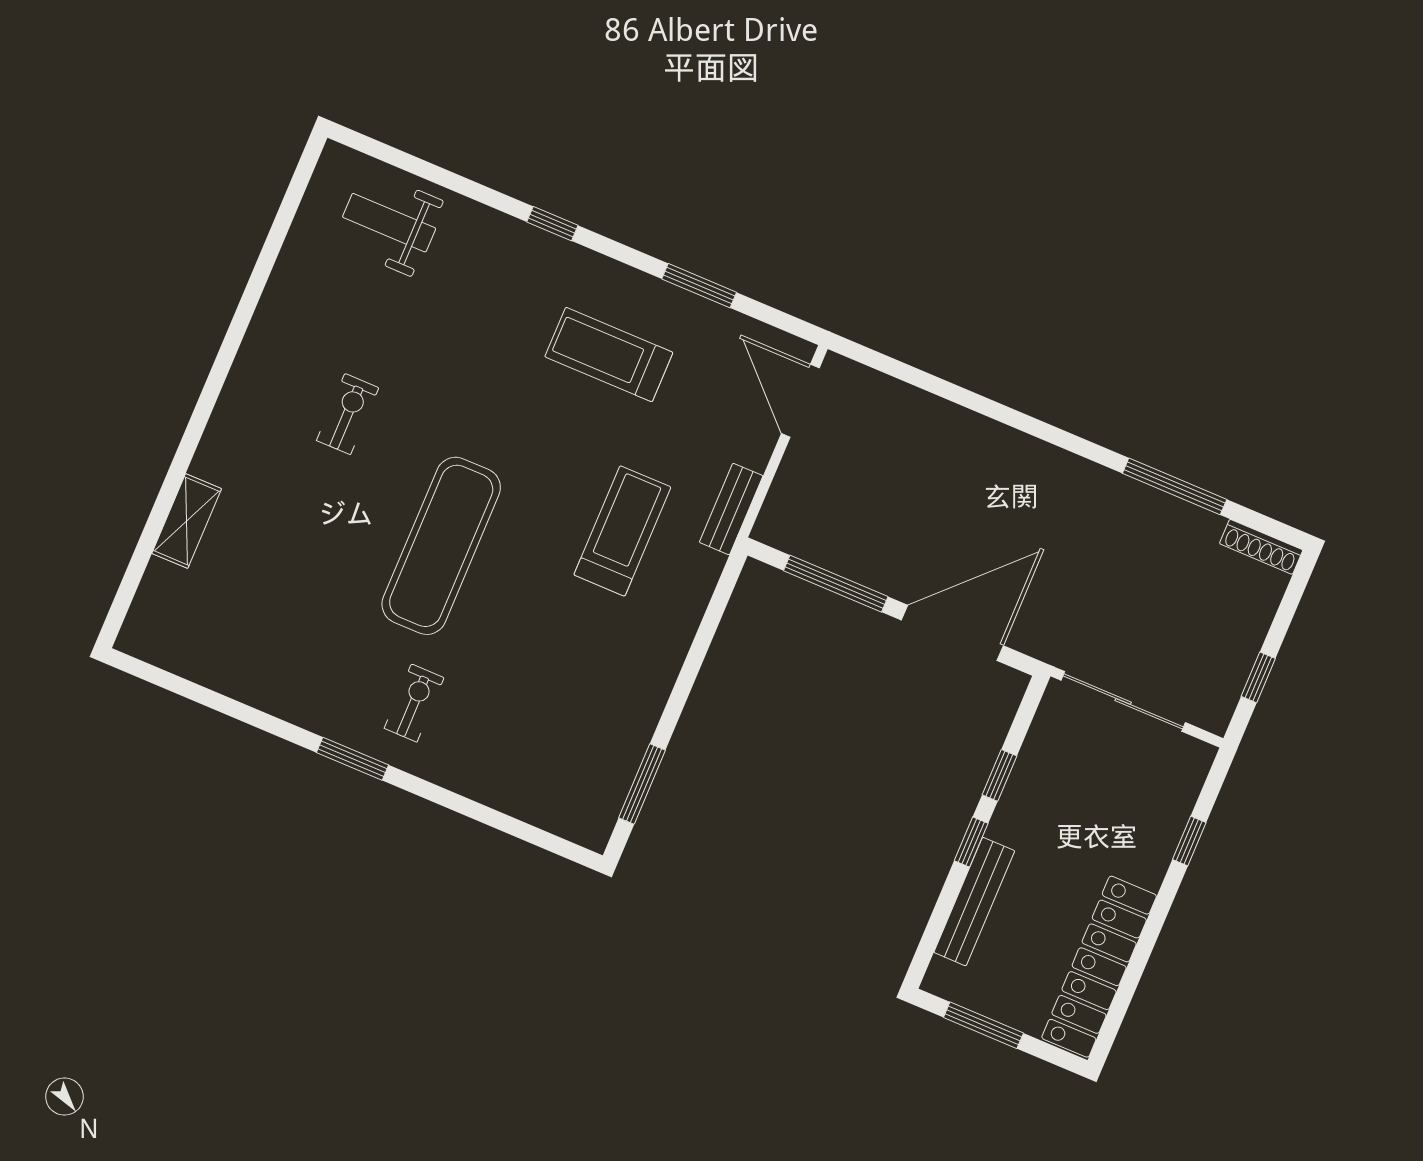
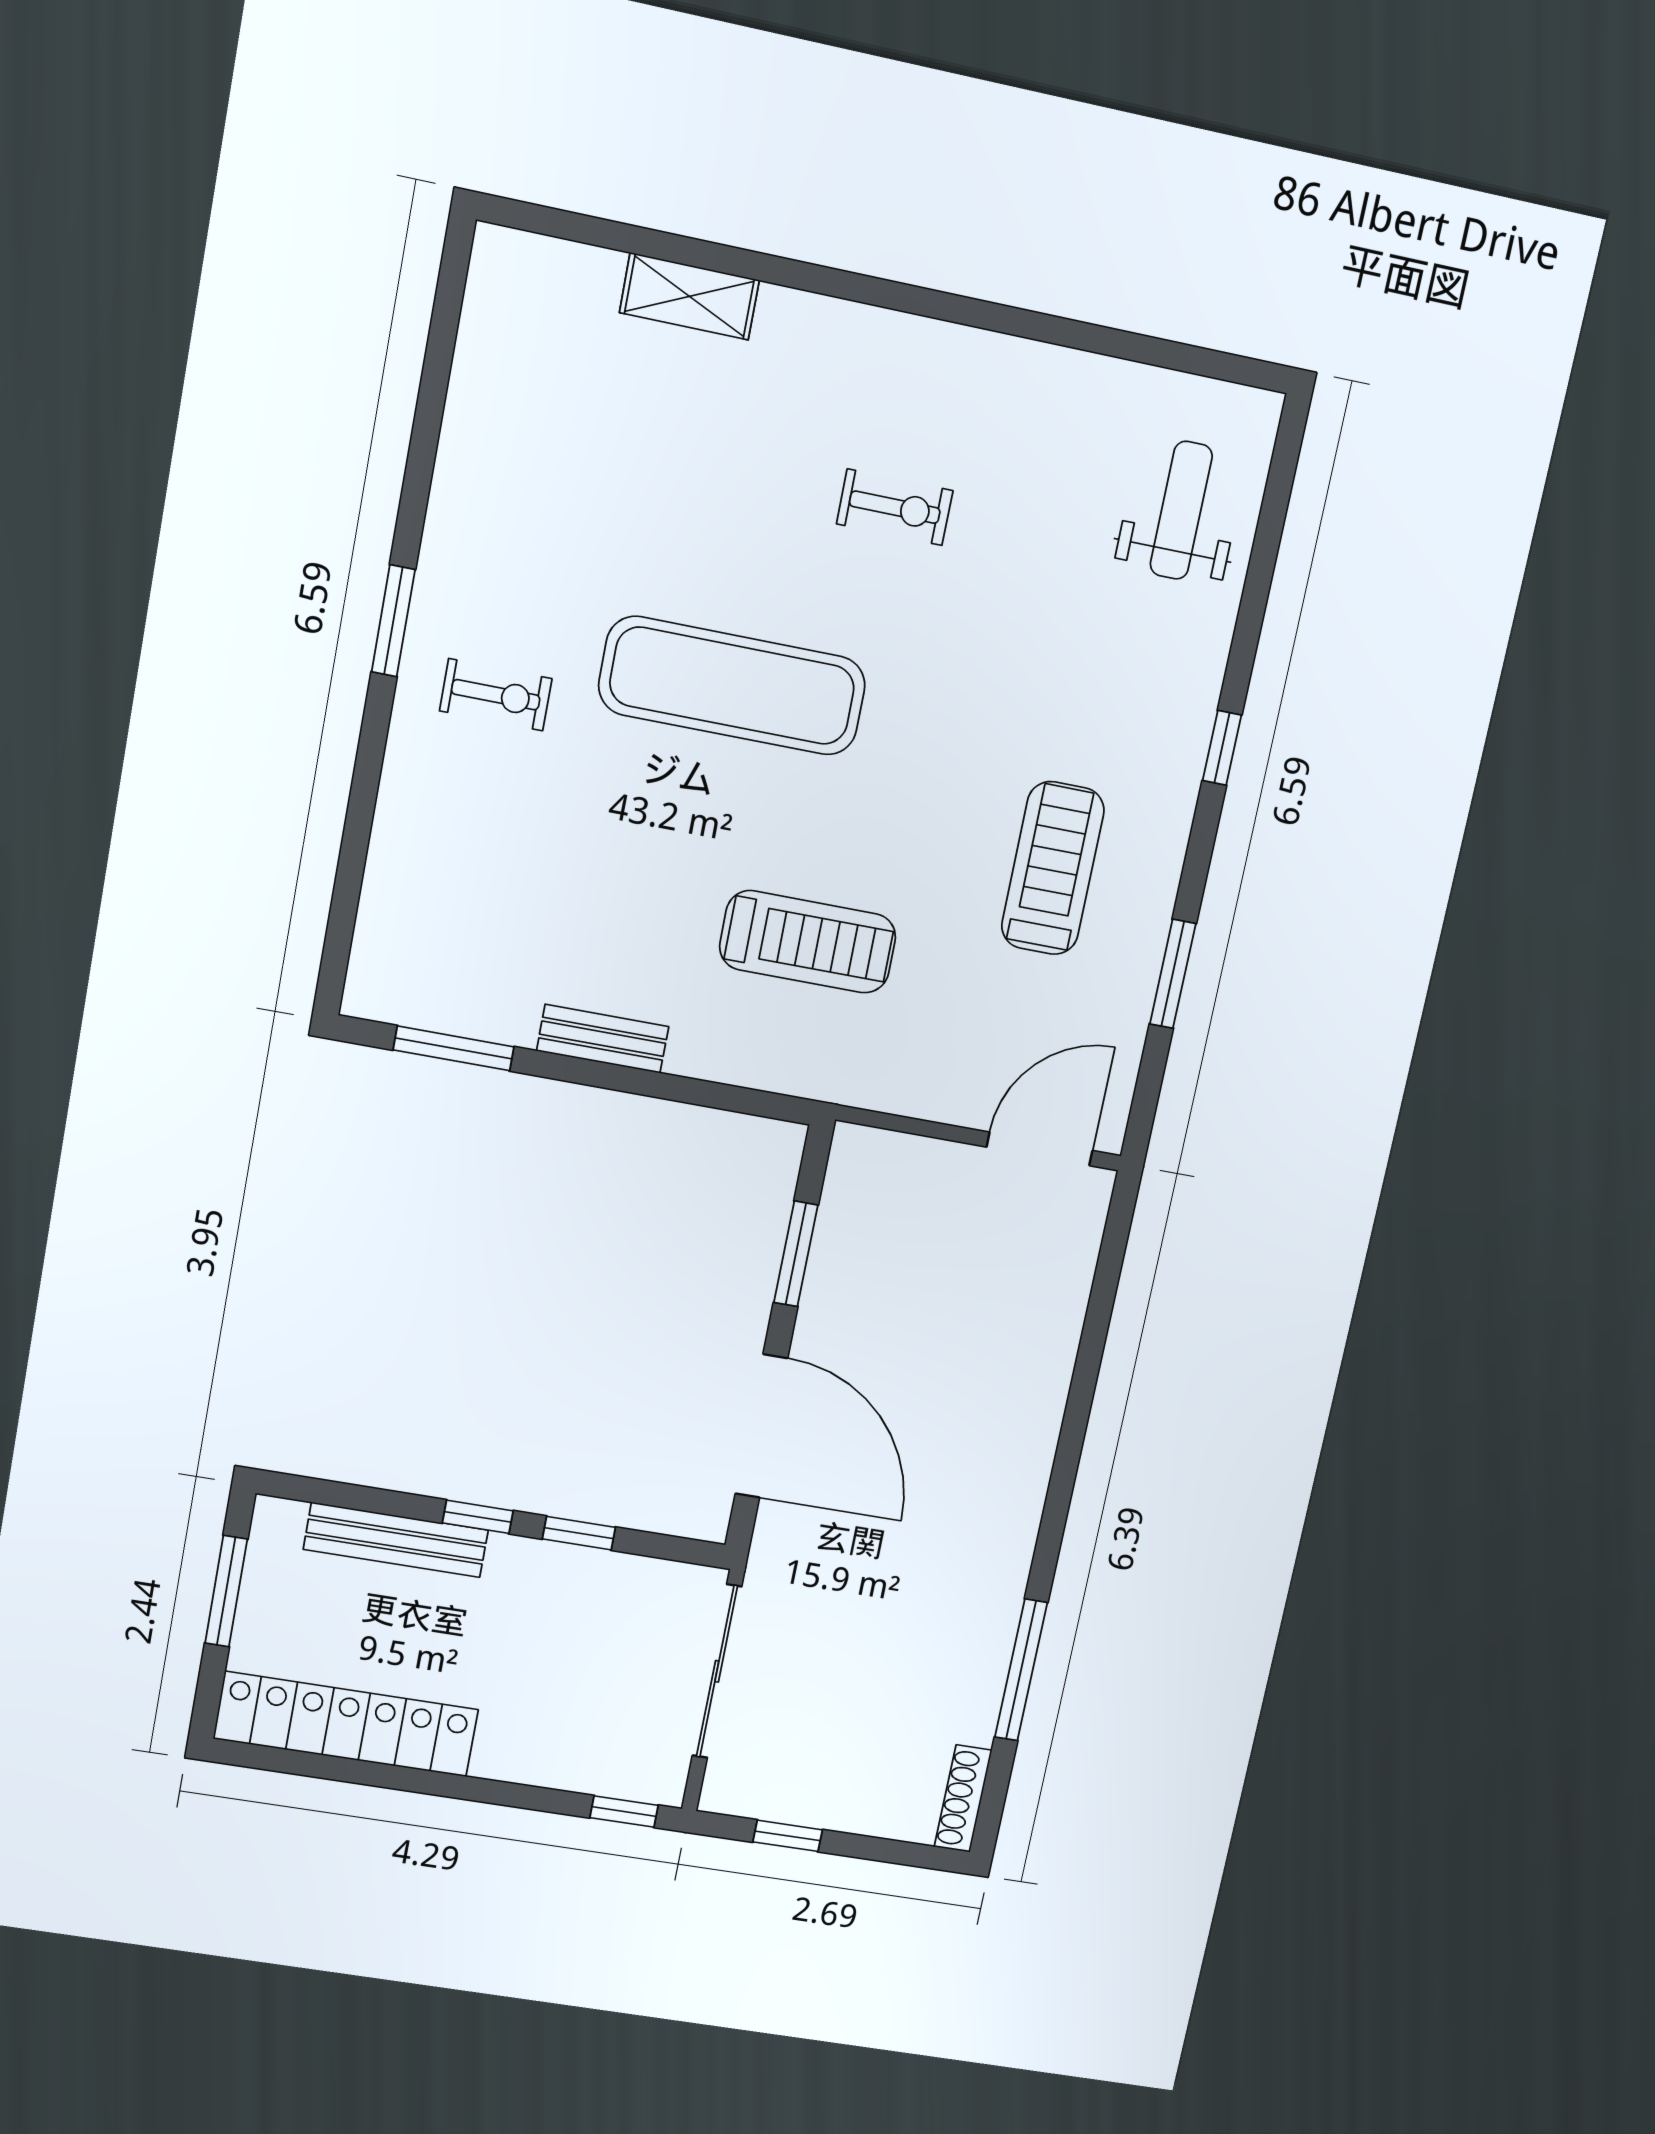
bench: (731, 509) -> (603, 1039), moved
window: (836, 584) -> (796, 1254), width x0.69
window: (1189, 841) -> (624, 1811), moved

